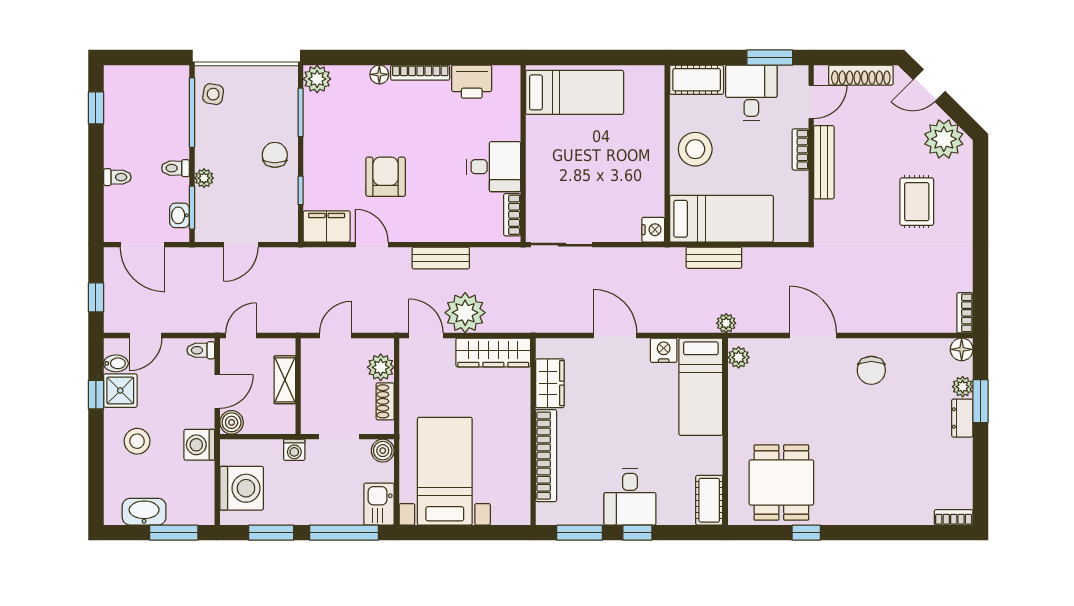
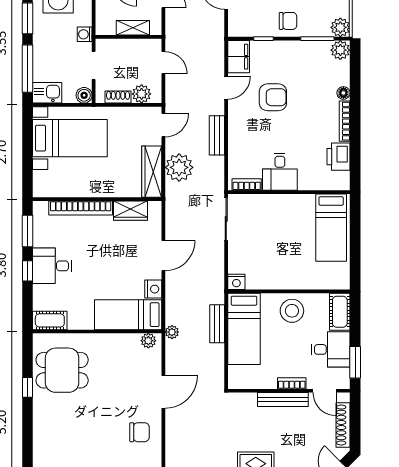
plant: (284, 79) -> (340, 27), added
plant: (465, 313) -> (179, 167), moved
chair: (871, 370) -> (139, 432), turned 180

